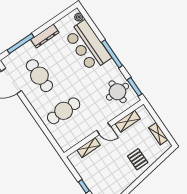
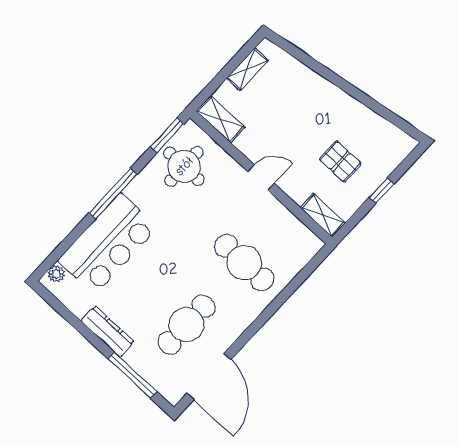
shelving: (128, 121) -> (220, 119), moved
door: (104, 129) -> (261, 178), hinge flipped
shelving: (89, 148) -> (323, 215), moved
pallet: (138, 159) -> (340, 161), moved, turned 90

